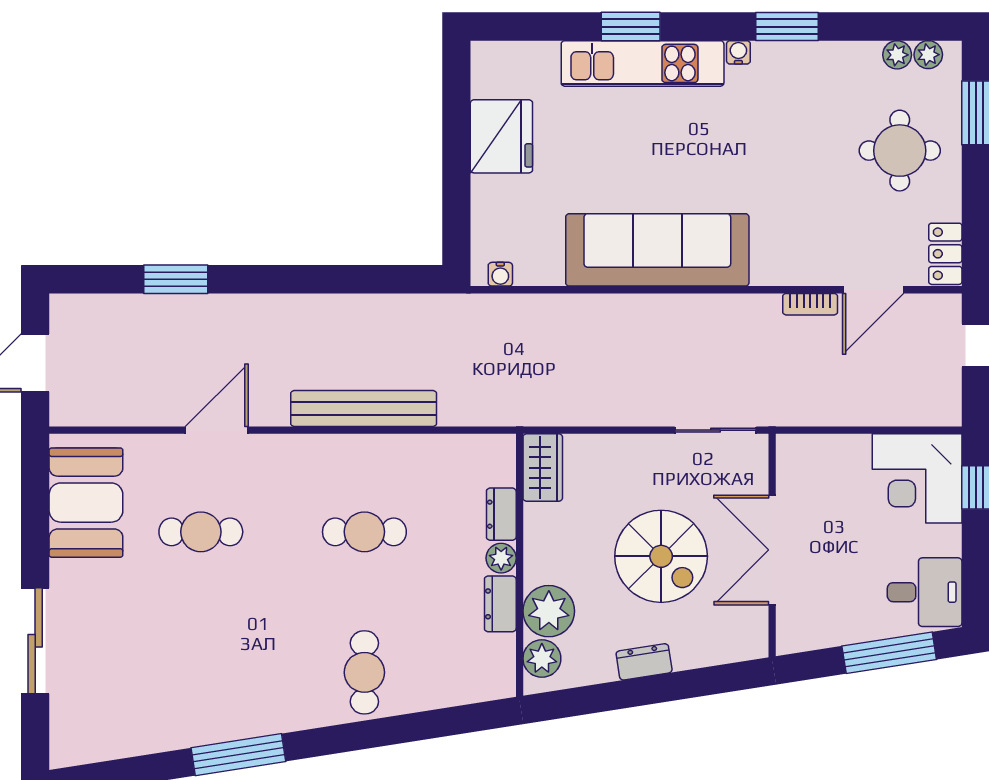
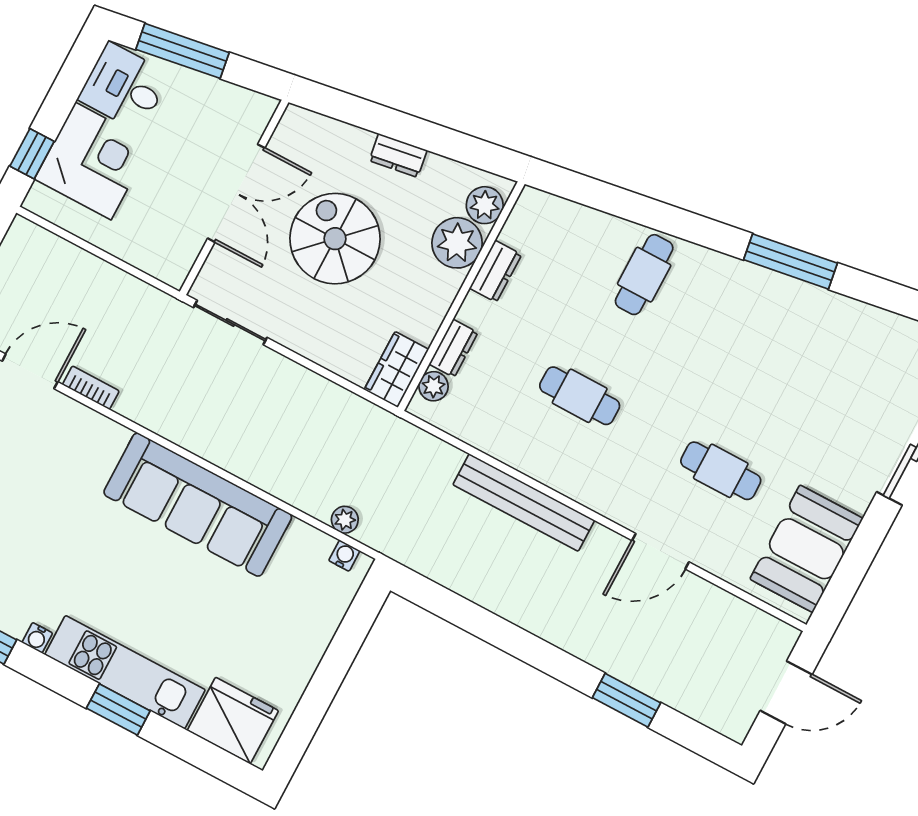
fridge: (501, 136) -> (233, 721), moved, turned 90
plant: (517, 307) -> (345, 520), added
corner desk: (917, 478) -> (93, 161), moved
plant: (501, 558) -> (434, 386), moved

